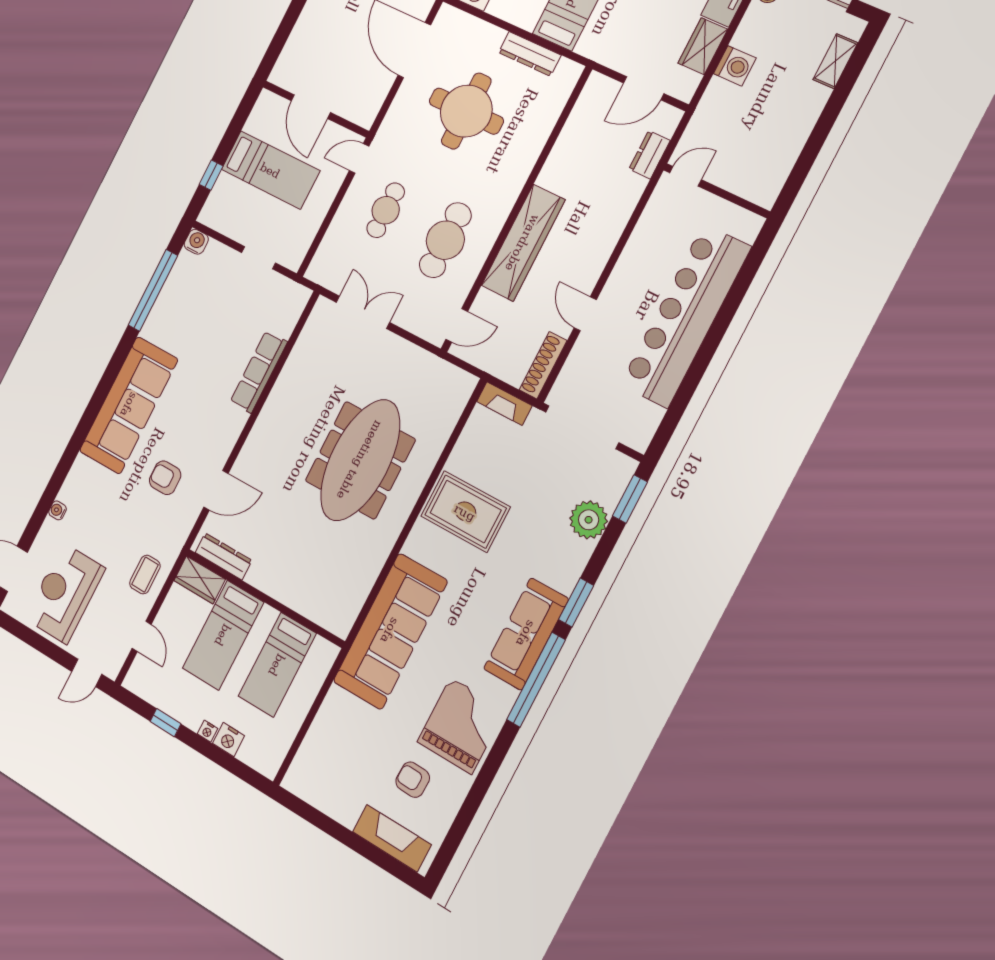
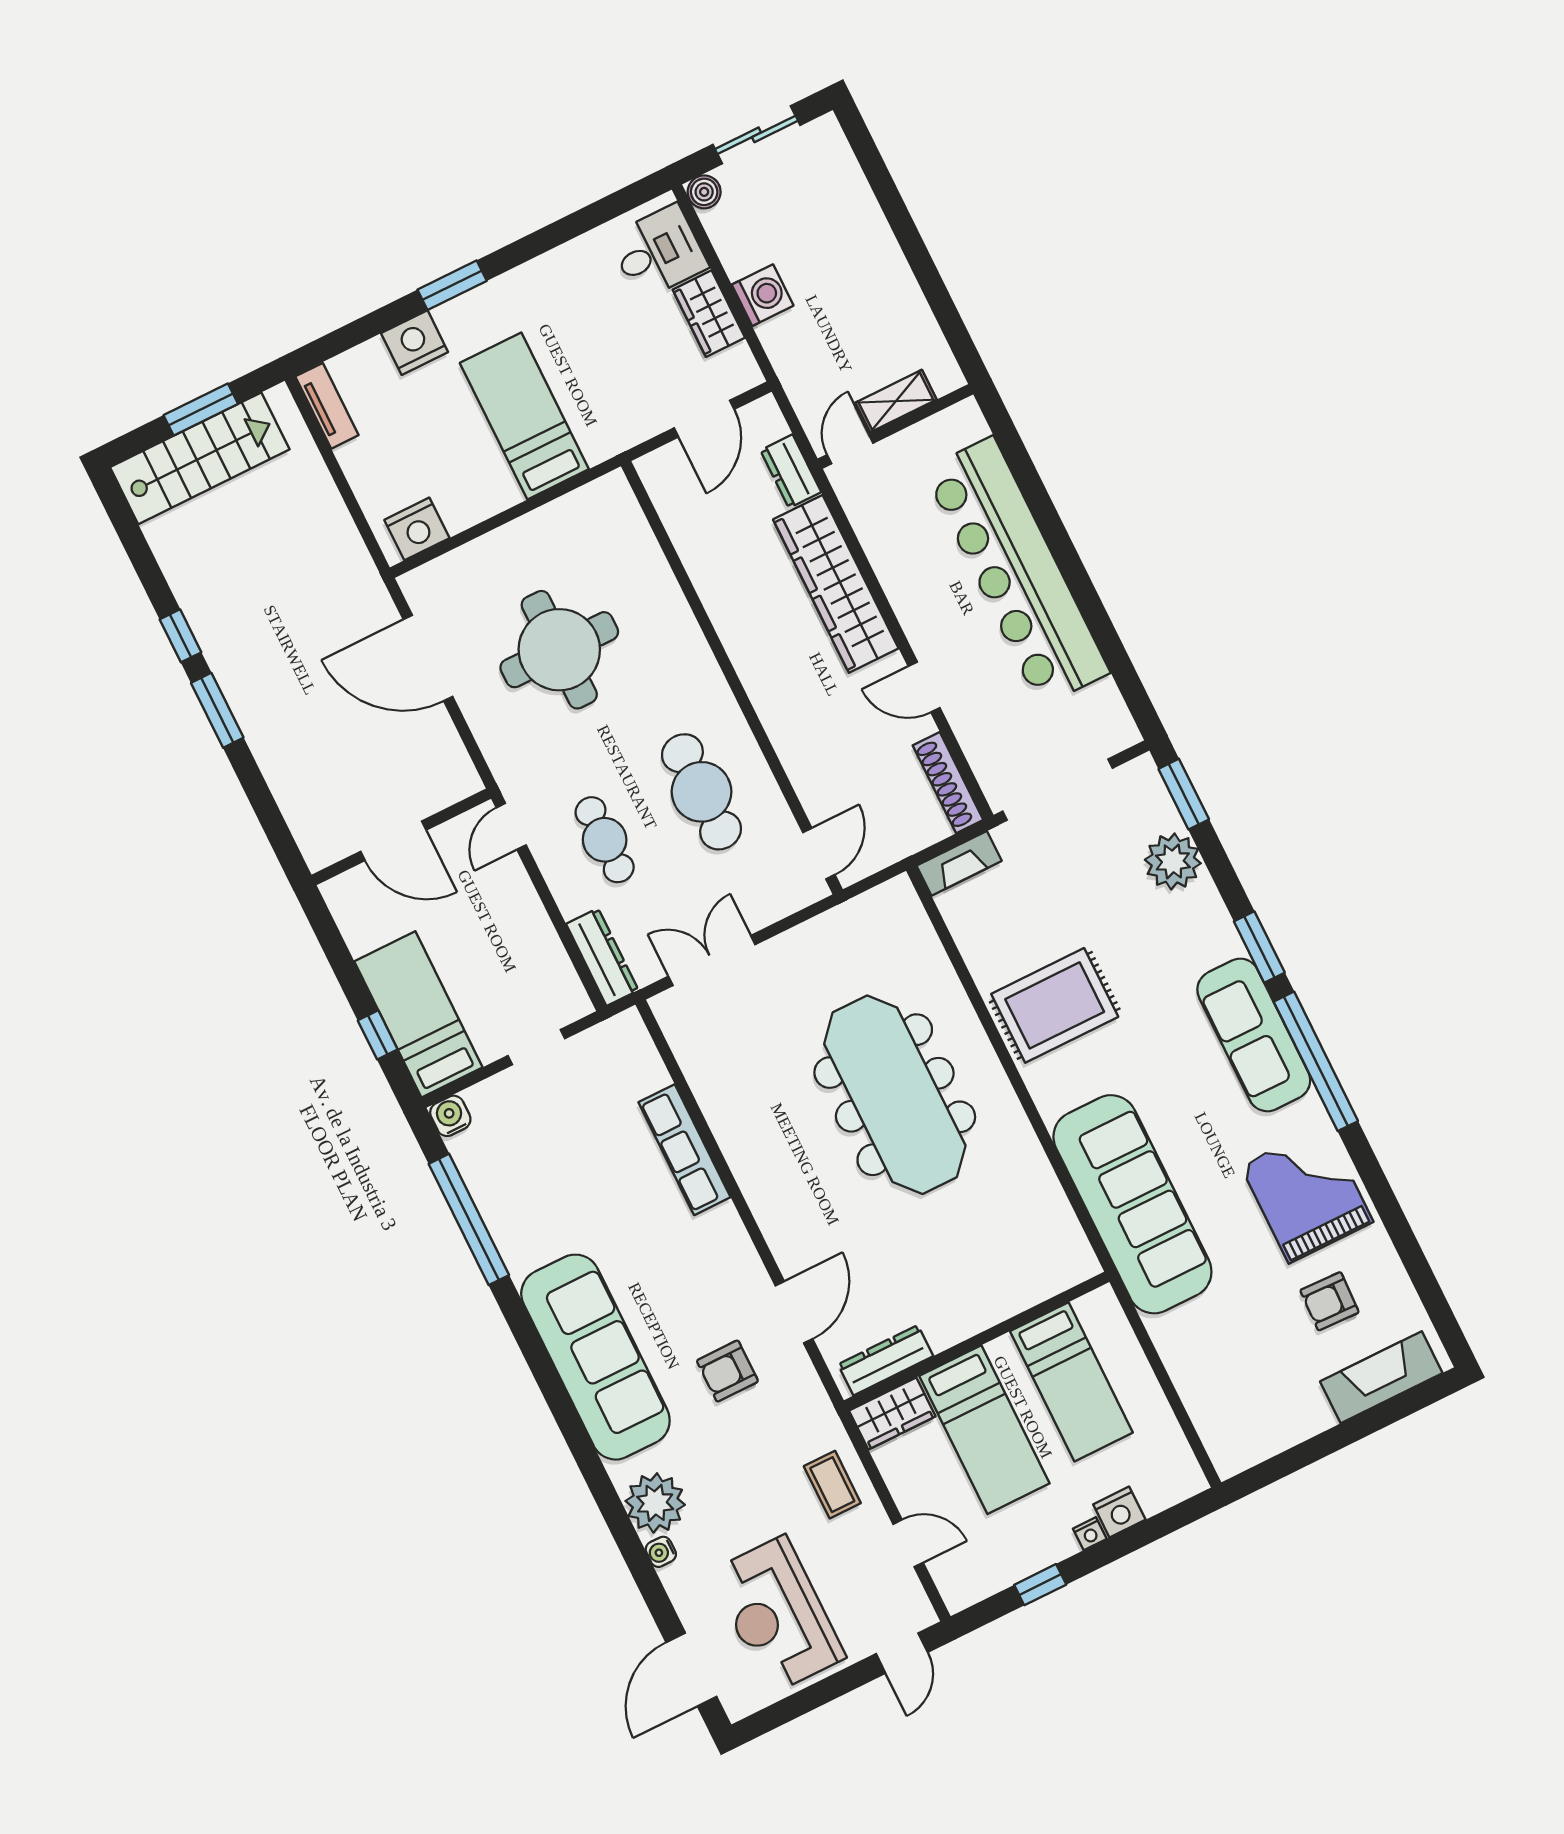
dresser: (530, 54) -> (602, 957), moved, turned -90
shelving: (835, 61) -> (896, 401), moved, turned 90
bed: (270, 170) -> (418, 1014), moved, turned -90
wardrobe: (523, 243) -> (836, 584), moved, turned 180
plant: (79, 490) -> (655, 1503), added

